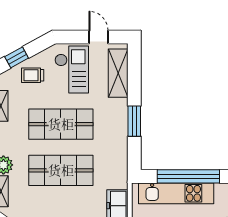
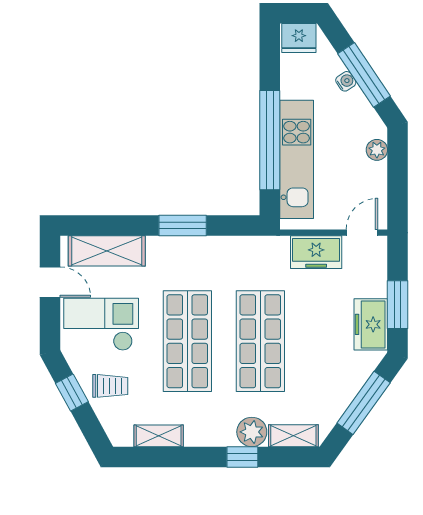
door: (98, 37) -> (50, 282), swing flipped
window: (17, 57) -> (72, 393), moved
trolley: (33, 75) -> (110, 386), turned -90

